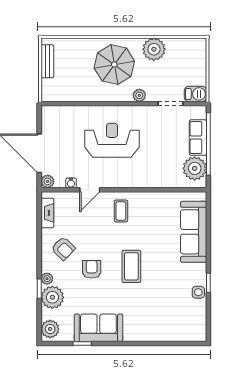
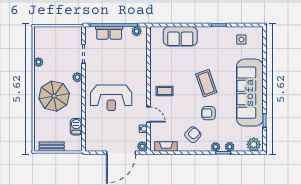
plant: (154, 49) -> (38, 62), width x0.53, depth x0.53
barbecue: (195, 94) -> (76, 127), moved
reception desk: (112, 140) -> (111, 98), turned -90
plant: (195, 168) -> (137, 31), width x0.53, depth x0.53
sofa: (194, 232) -> (180, 36), width x0.73
coffee table: (131, 266) -> (206, 83), turned 71
side table: (198, 292) -> (241, 40), moved
plant: (52, 297) -> (230, 147), width x0.53, depth x0.53
sofa: (98, 328) -> (250, 93), width x1.85, depth x1.27

